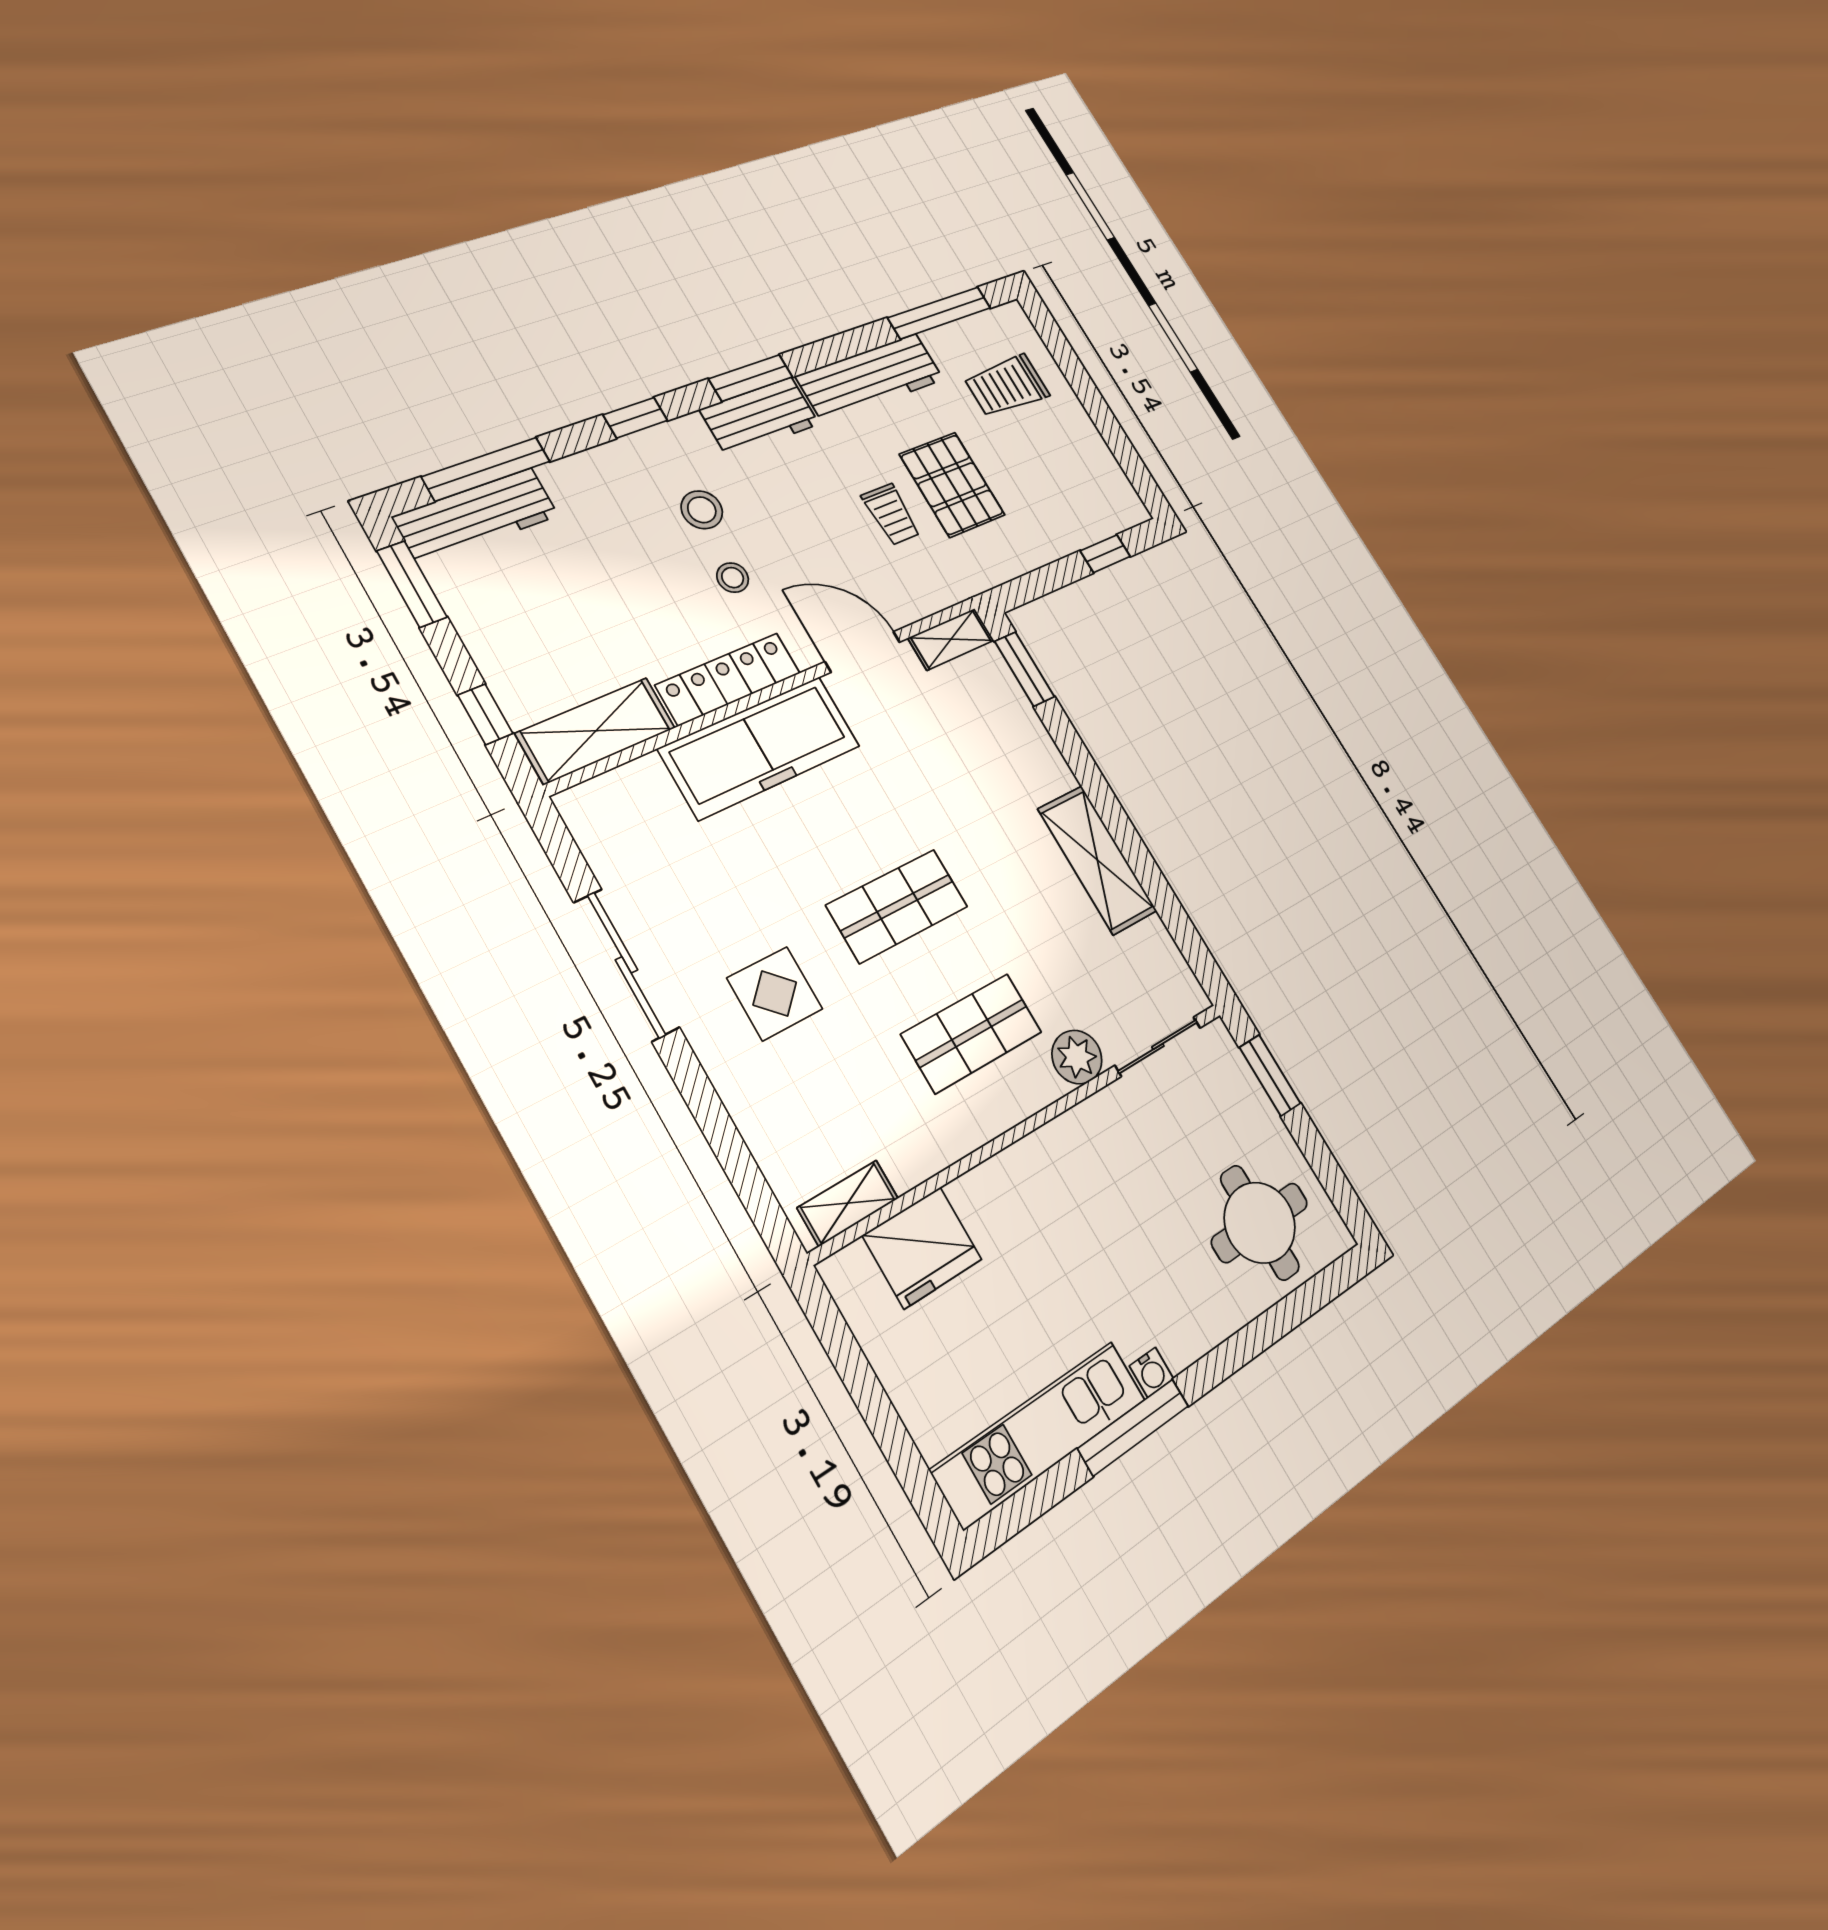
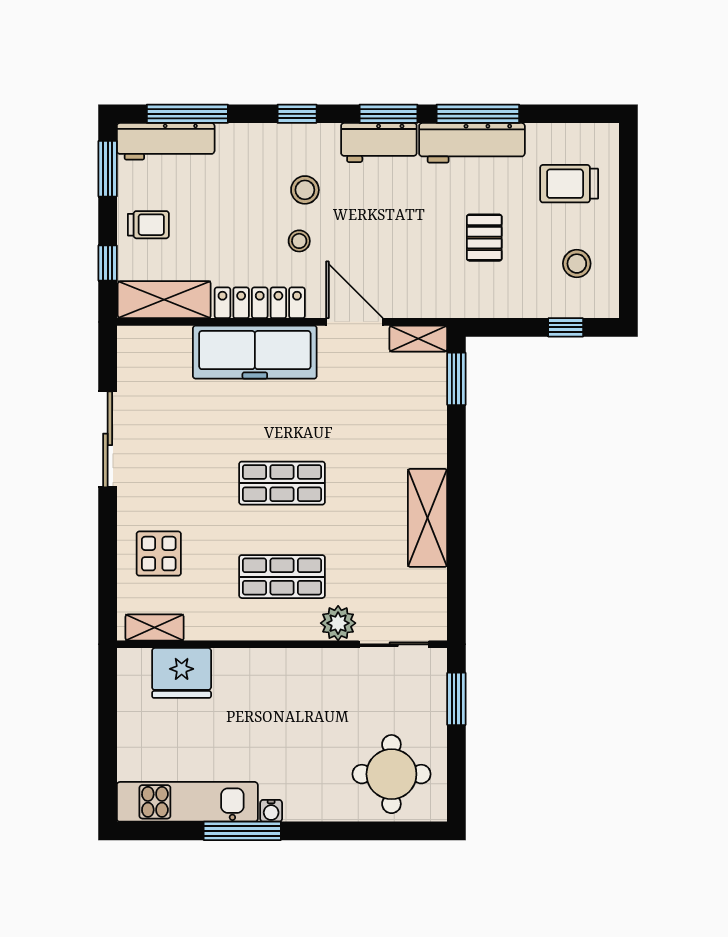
window: (940, 313) -> (478, 114), moved
stool: (1071, 474) -> (577, 264), added
pallet: (952, 485) -> (484, 238), width x0.67, depth x0.71
trolley: (891, 514) -> (148, 225), moved, turned -90
display table: (775, 994) -> (159, 554), moved

